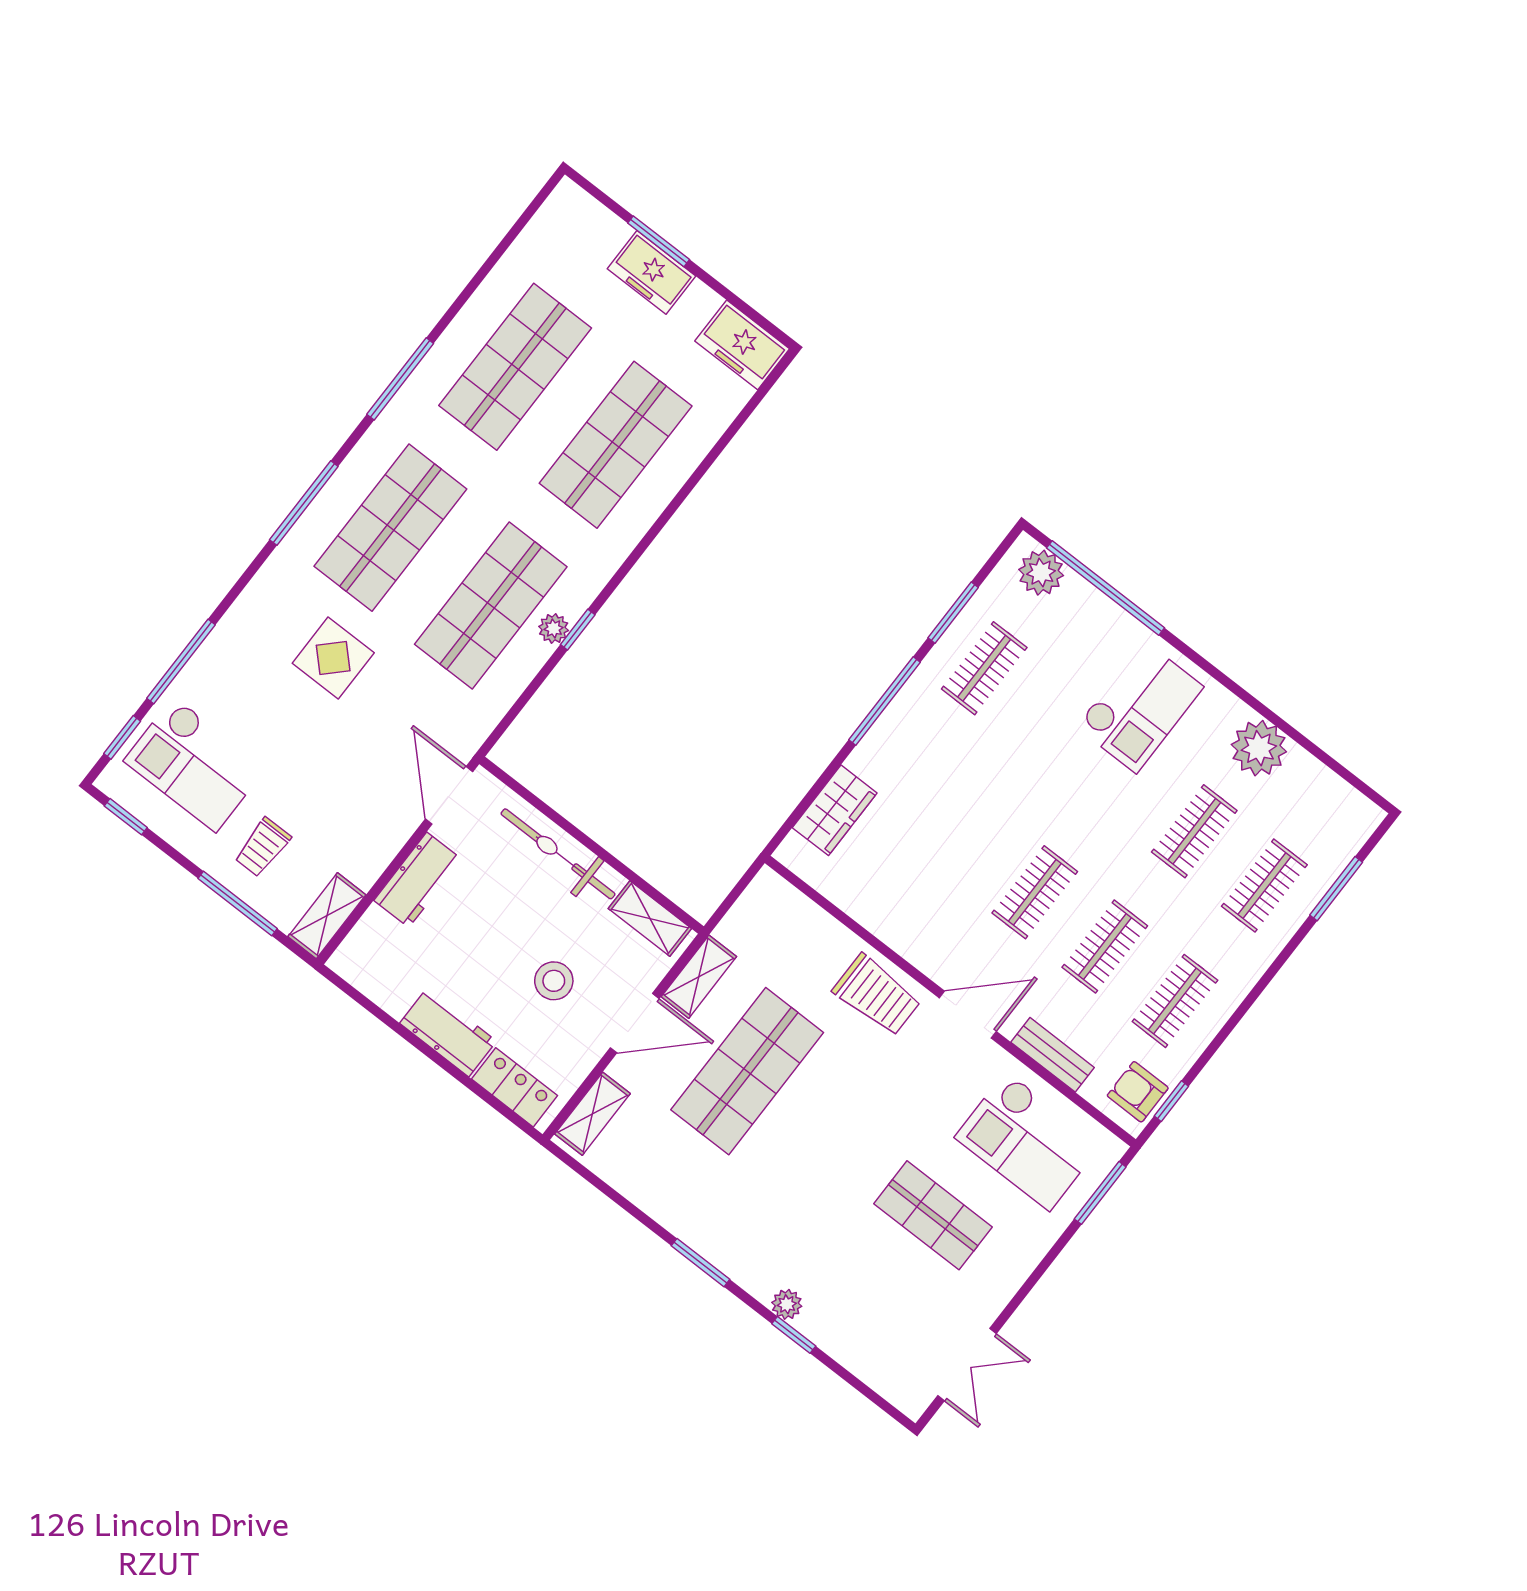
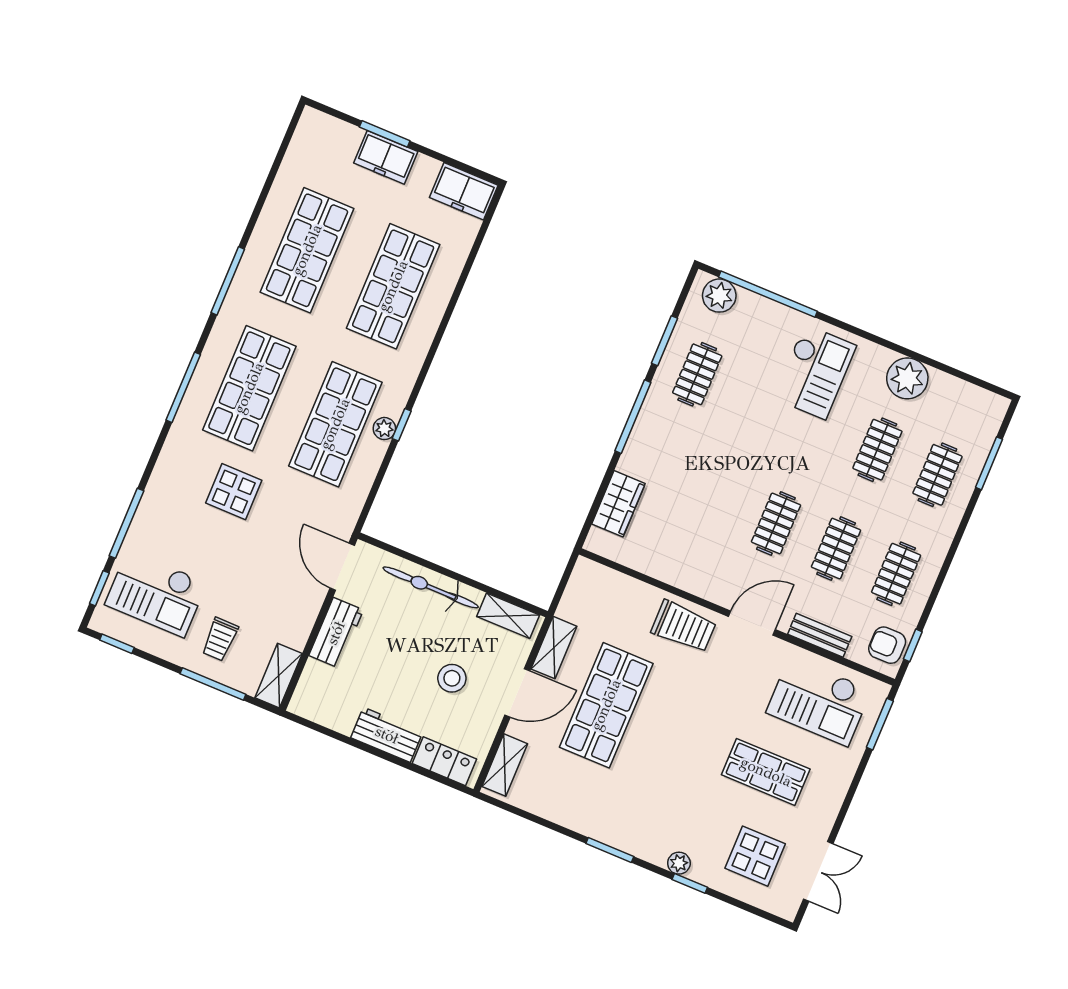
display table: (889, 1322) -> (755, 856), added

